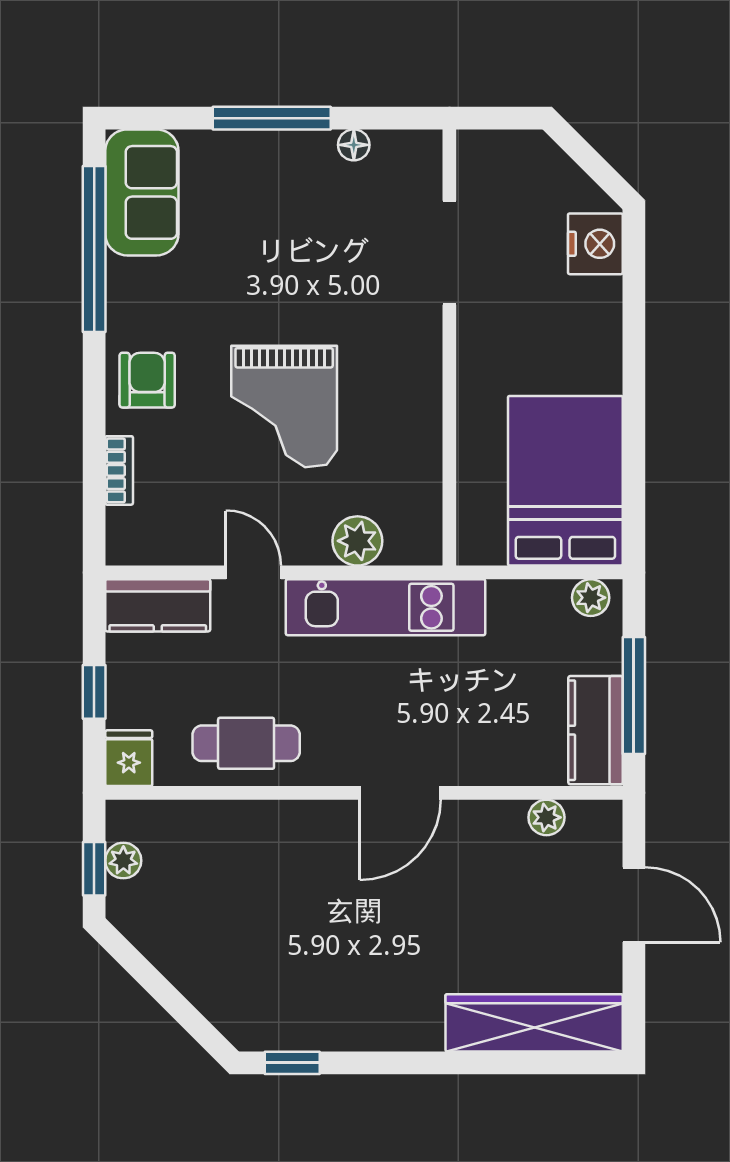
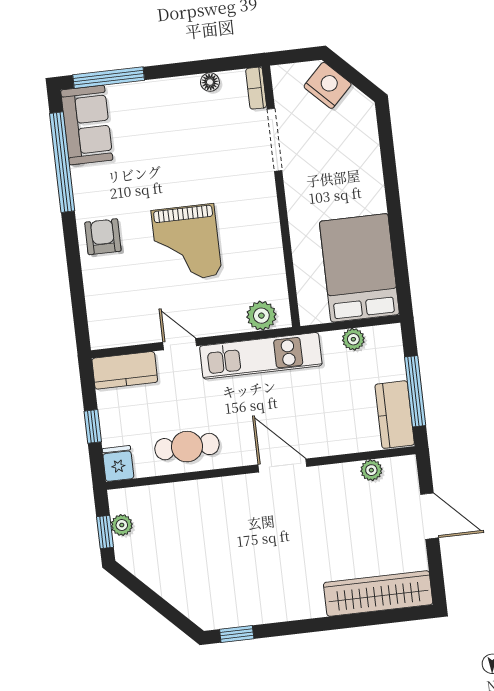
window: (272, 118) -> (109, 78), moved
nightstand: (595, 244) -> (328, 85), moved, turned -45
bookcase: (119, 470) -> (256, 88), moved, turned 180
plant: (357, 541) -> (261, 316), moved
plant: (591, 598) -> (353, 339), moved
door: (400, 793) -> (282, 466), swing flipped

